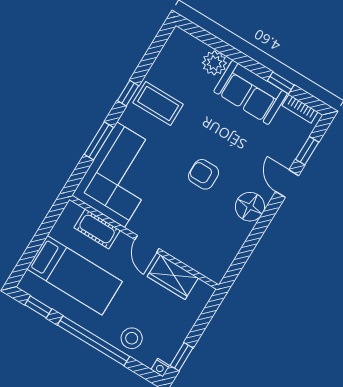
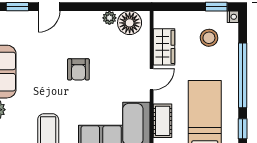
floor lamp: (250, 207) -> (130, 23), moved
plant: (237, 239) -> (109, 18), added
stool: (132, 338) -> (209, 38), moved

